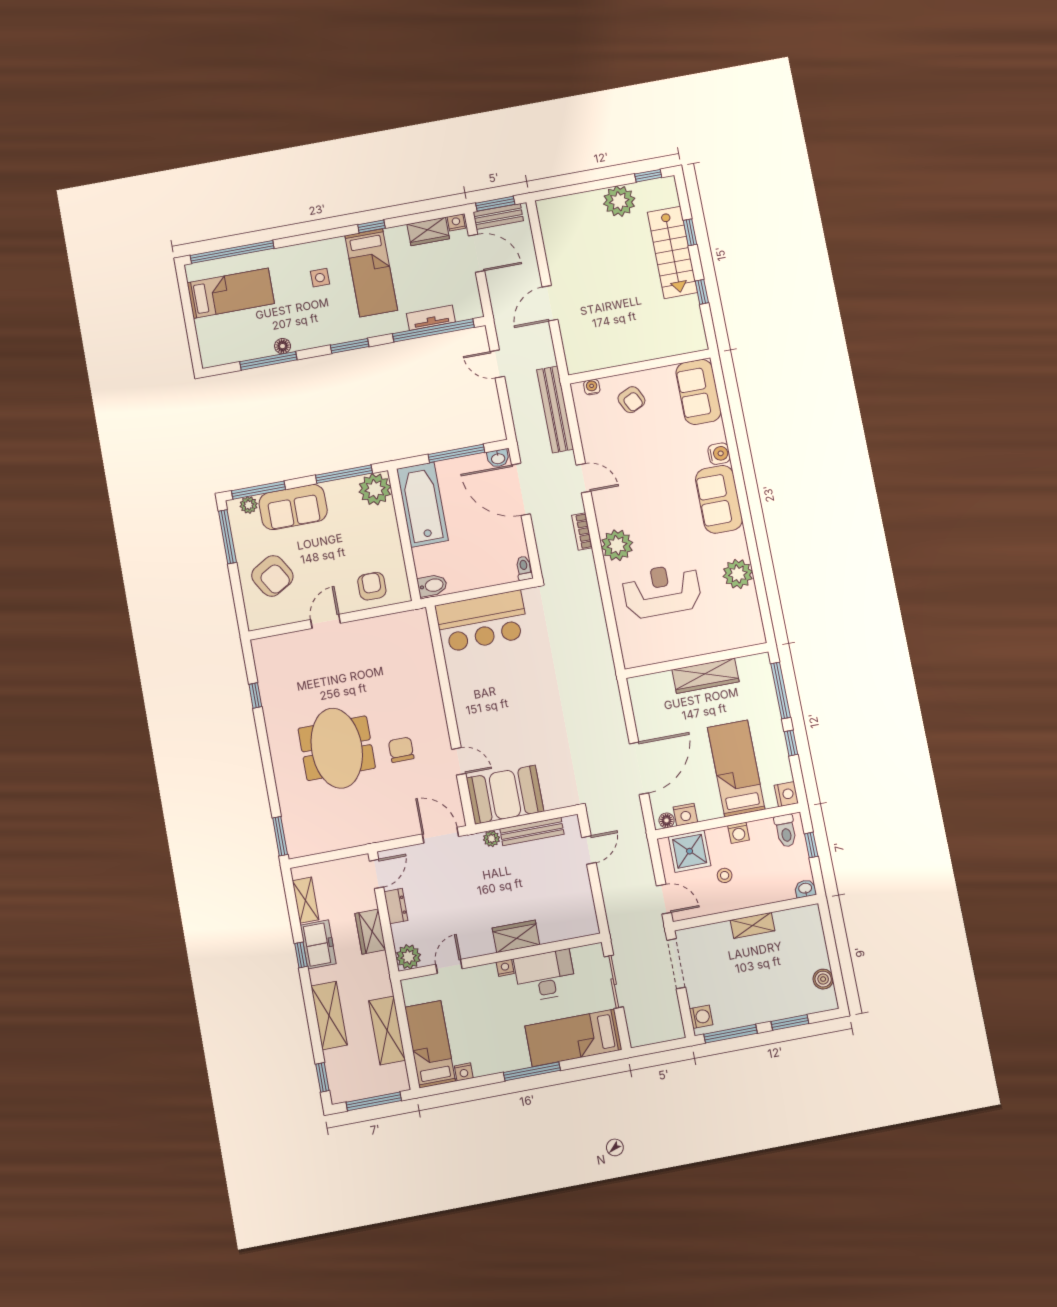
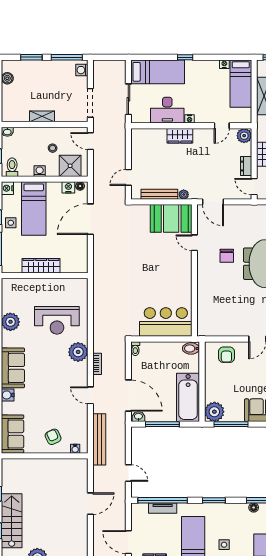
side table: (769, 737) -> (11, 223), added
door: (377, 874) -> (254, 187), hinge flipped
window: (532, 1071) -> (185, 57), width x0.46

